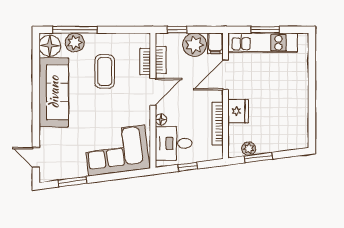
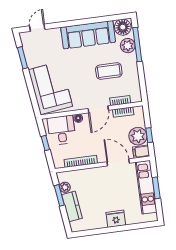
window: (177, 30) -> (149, 135), moved
door: (153, 92) -> (98, 109), hinge flipped
fridge: (238, 111) -> (116, 219), moved, turned 180
kitchen counter: (275, 143) -> (72, 206), added

